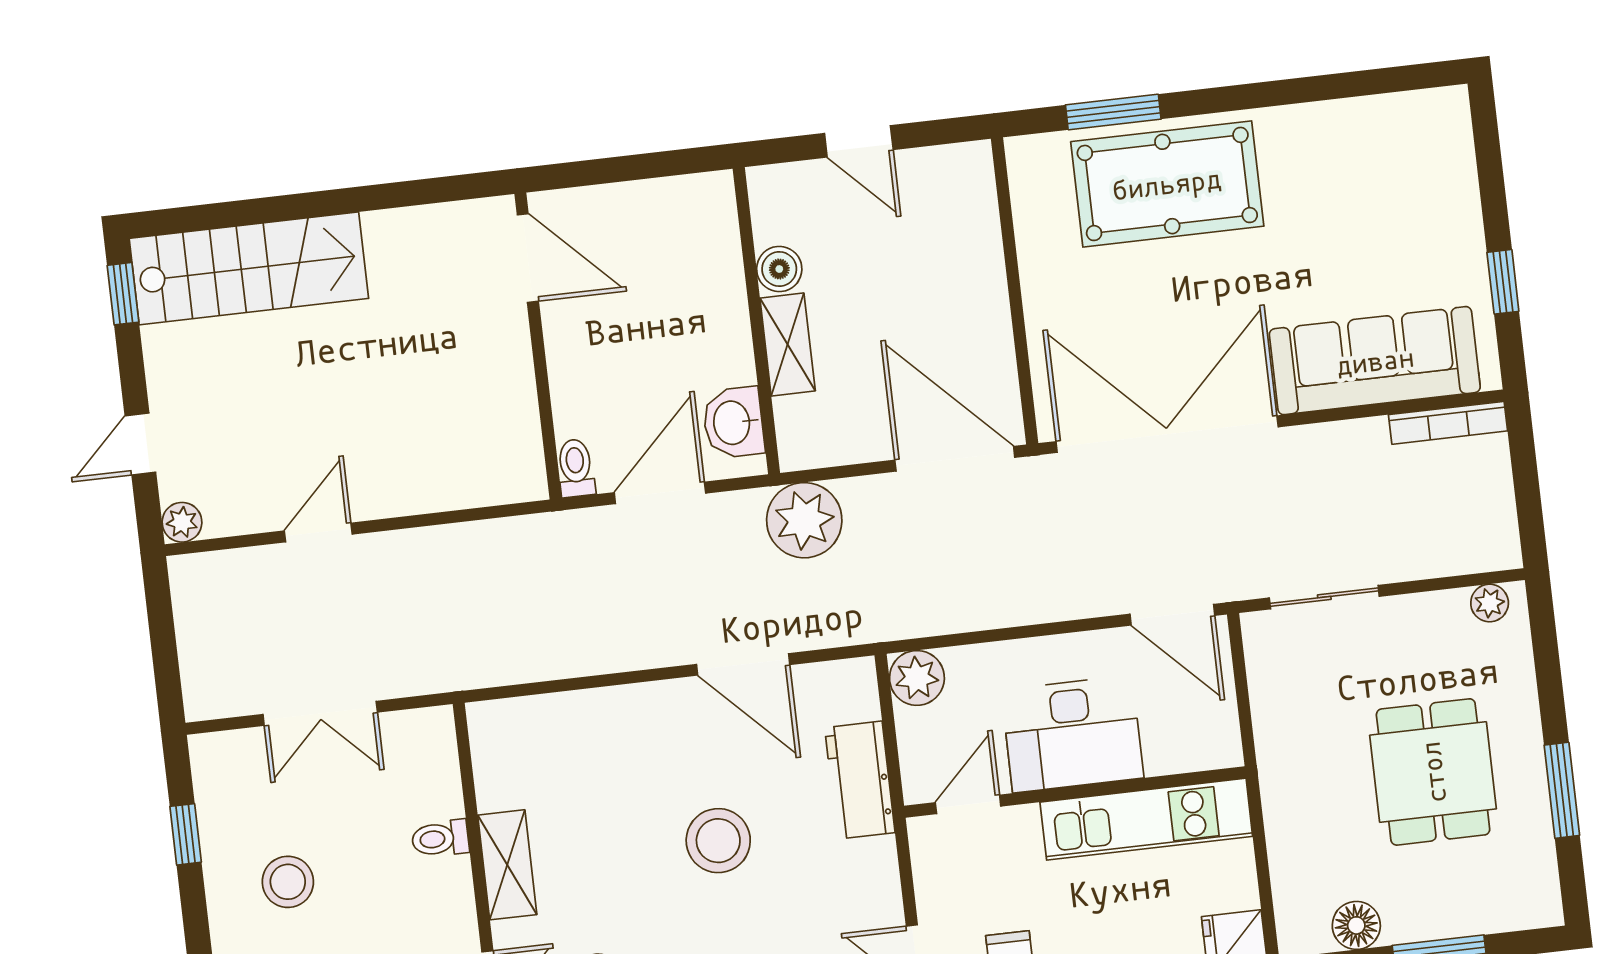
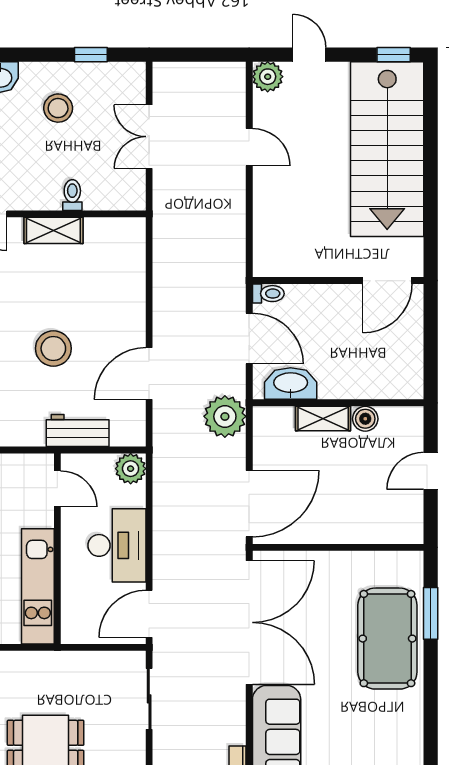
stairs: (249, 268) -> (387, 149), width x1.36, depth x1.51
washbasin: (733, 423) -> (291, 384), width x1.38
plant: (182, 522) -> (268, 77), width x1.38, depth x1.38
desk: (1072, 734) -> (117, 545), moved, turned 180

